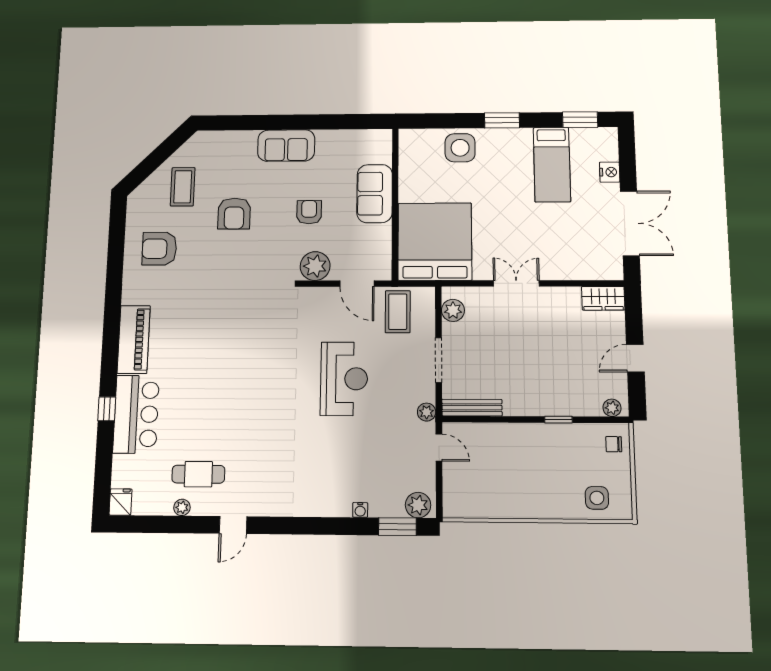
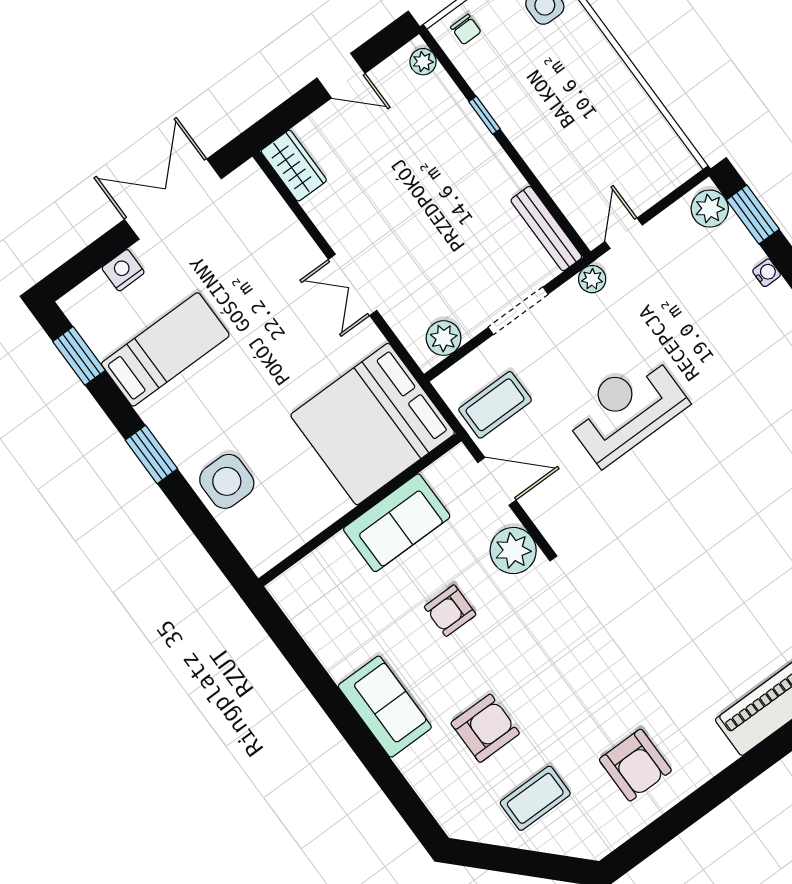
sofa: (375, 194) -> (397, 523), moved
armchair: (234, 214) -> (485, 728), moved
door: (357, 284) -> (497, 481), hinge flipped

